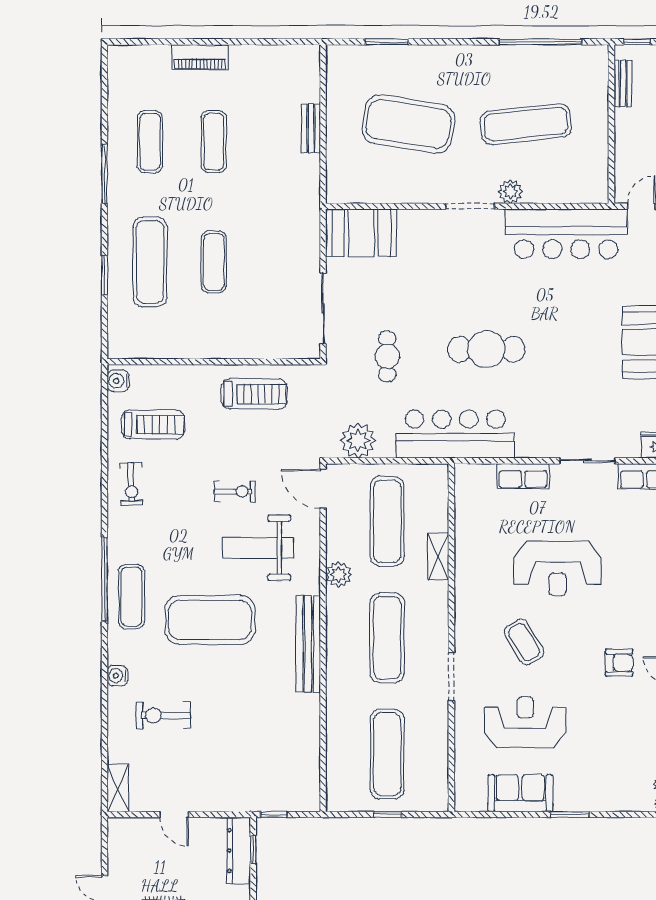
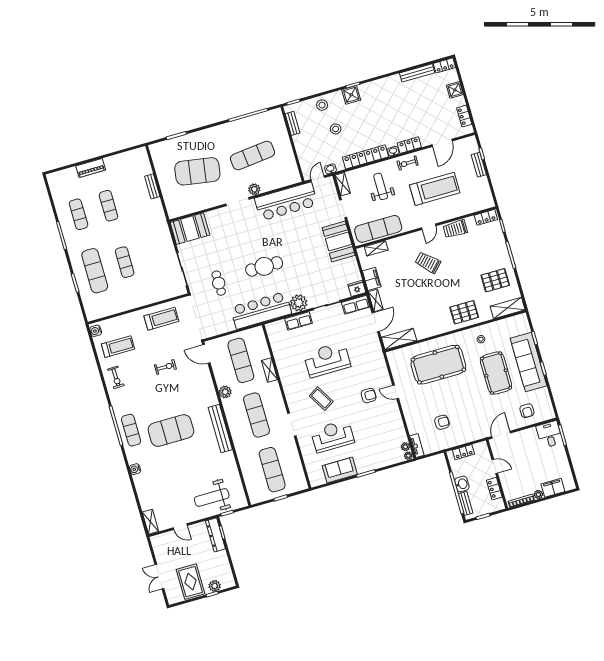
plant: (358, 441) -> (299, 303), moved
weight bench: (258, 548) -> (212, 497), moved
reception desk: (558, 568) -> (327, 360), turned 180
exercise bike: (163, 715) -> (162, 482), removed

